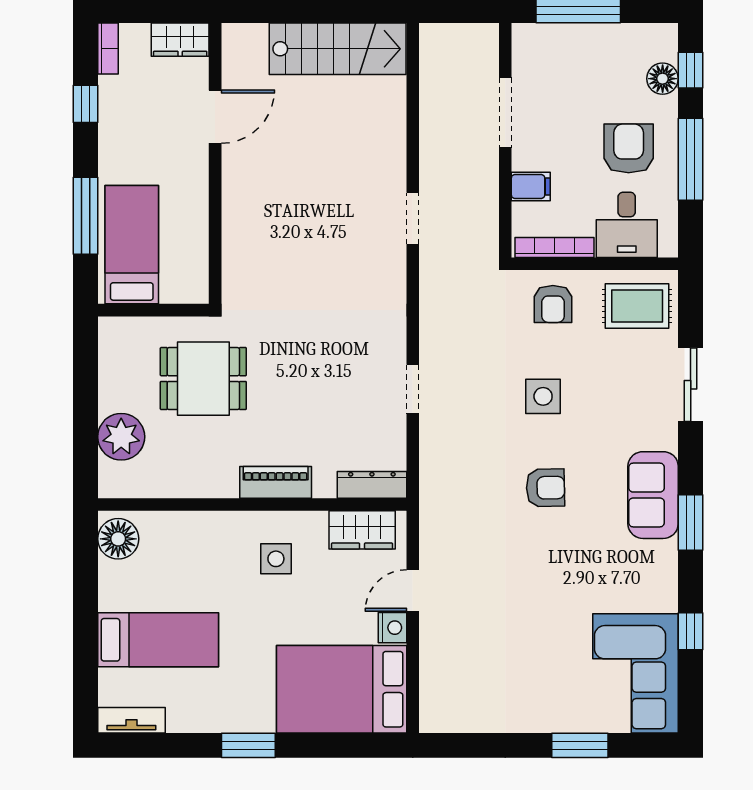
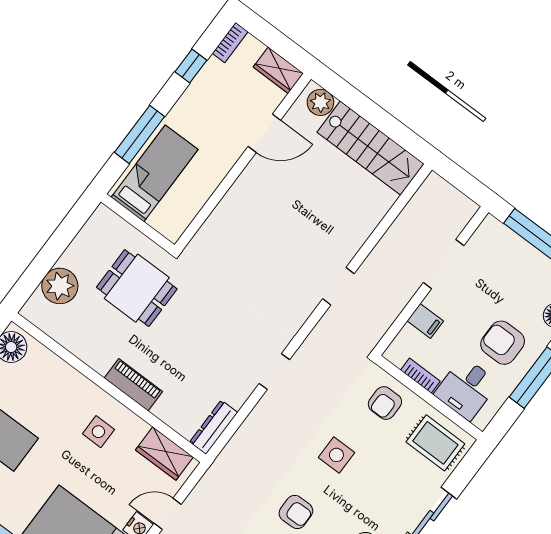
plant: (250, 40) -> (320, 102), added
armchair: (629, 148) -> (503, 343), turned -90
bookcase: (554, 248) -> (420, 376), width x0.64
doorway: (413, 389) -> (274, 372), moved
dresser: (372, 485) -> (214, 427), moved, turned -90

